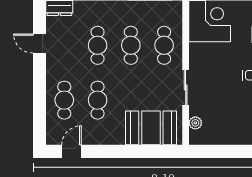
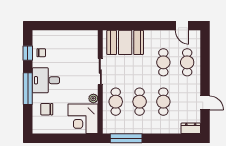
plant: (195, 123) -> (93, 98), moved
door: (71, 151) -> (182, 26), hinge flipped

